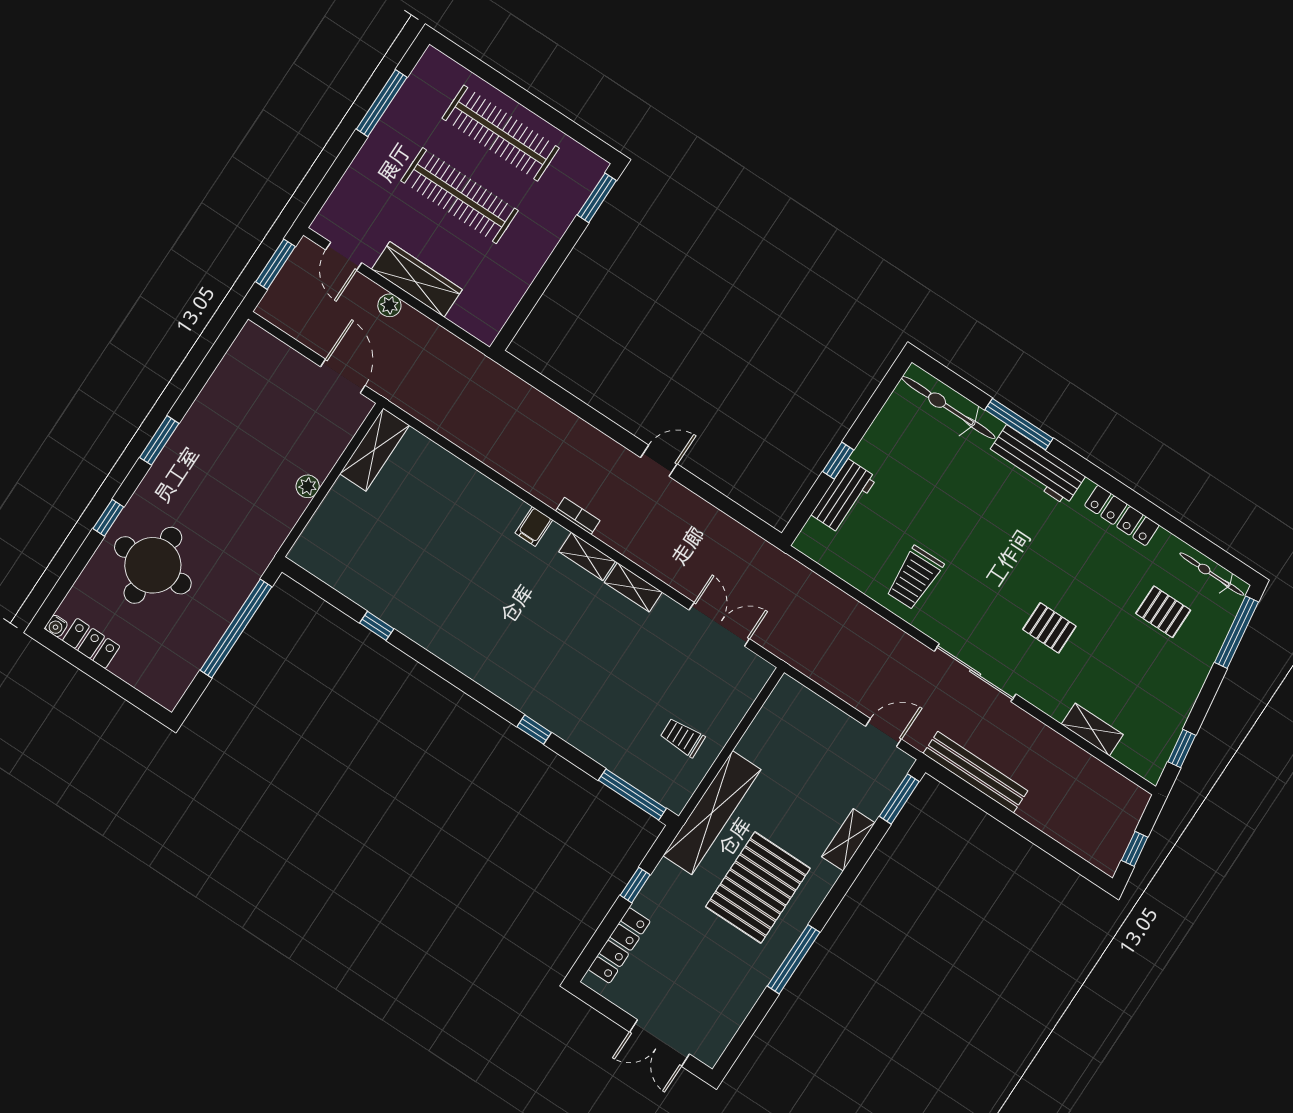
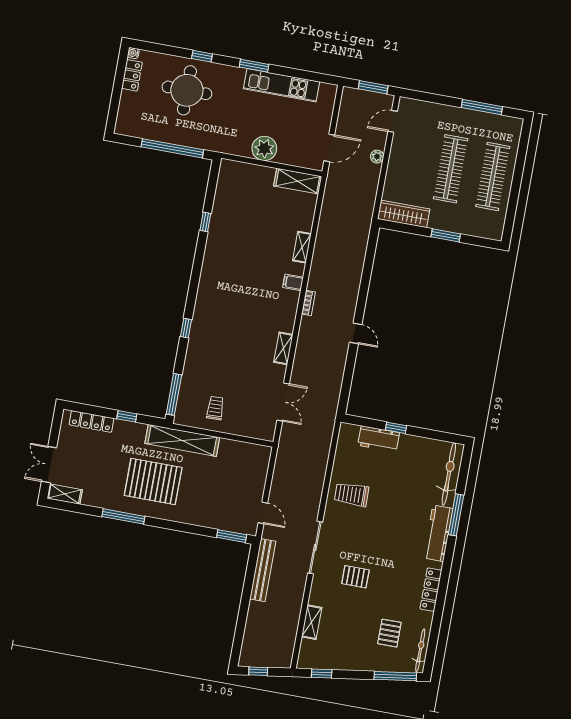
window: (597, 198) -> (446, 235), moved
wardrobe: (417, 279) -> (404, 214), moved, turned -90
kitchen unit: (210, 410) -> (282, 85), added
plant: (308, 486) -> (264, 148), width x1.88, depth x1.88
shelving: (587, 556) -> (302, 247), moved
pallet: (1049, 628) -> (355, 577), turned 90
shelving: (848, 840) -> (65, 494), moved

